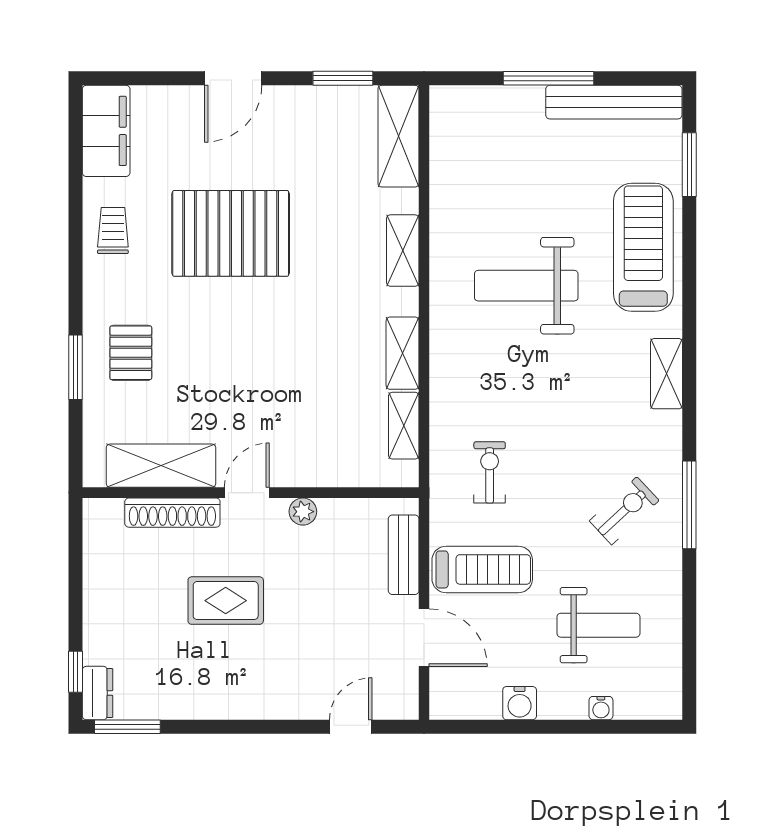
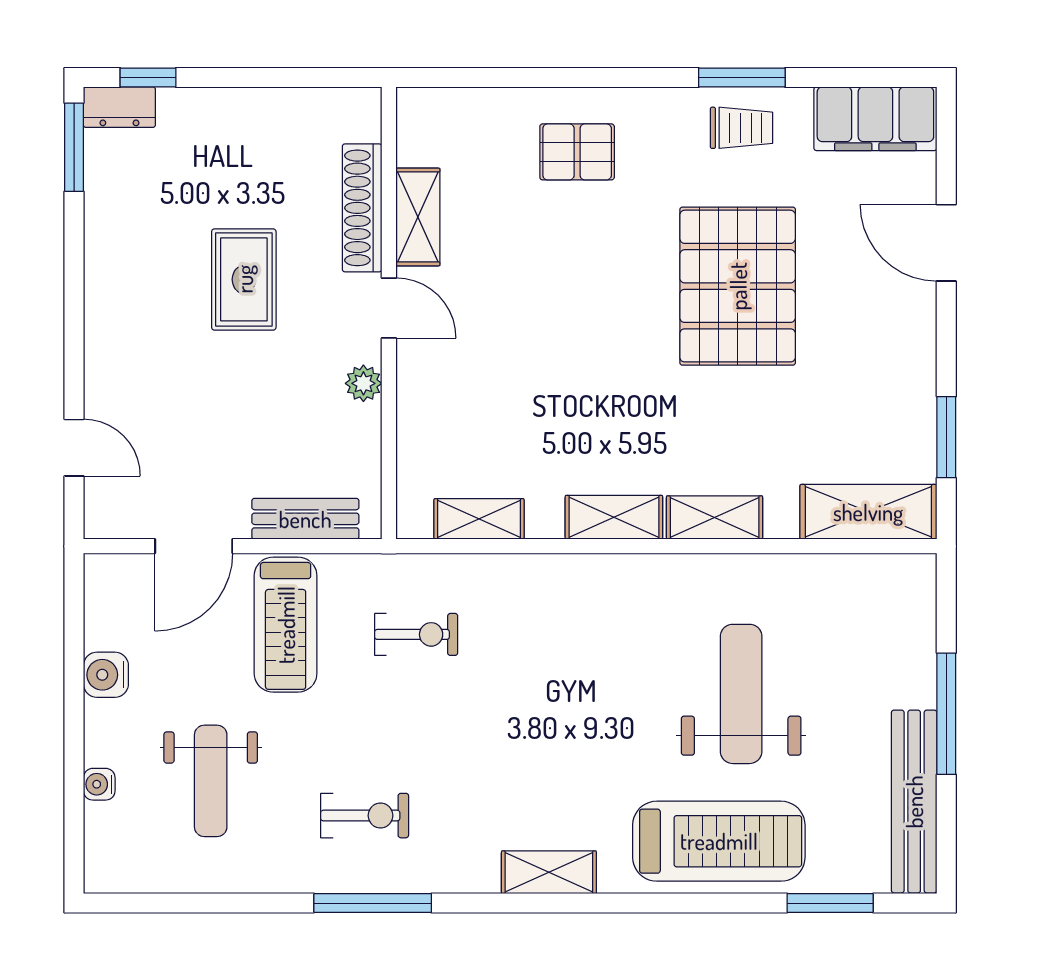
door: (233, 78) -> (946, 243), moved
weight bench: (526, 286) -> (741, 694), moved
shelving: (403, 353) -> (614, 517), moved
window: (75, 367) -> (742, 77), moved
shelving: (161, 466) -> (418, 217), width x0.67, depth x0.75
exercise bike: (624, 511) -> (365, 816), turned -47

